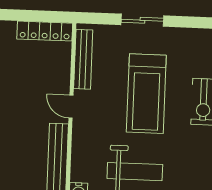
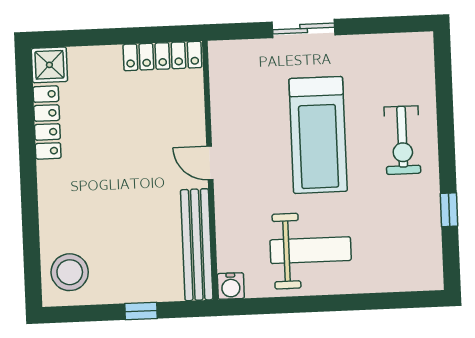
bench: (83, 59) -> (222, 93), removed

